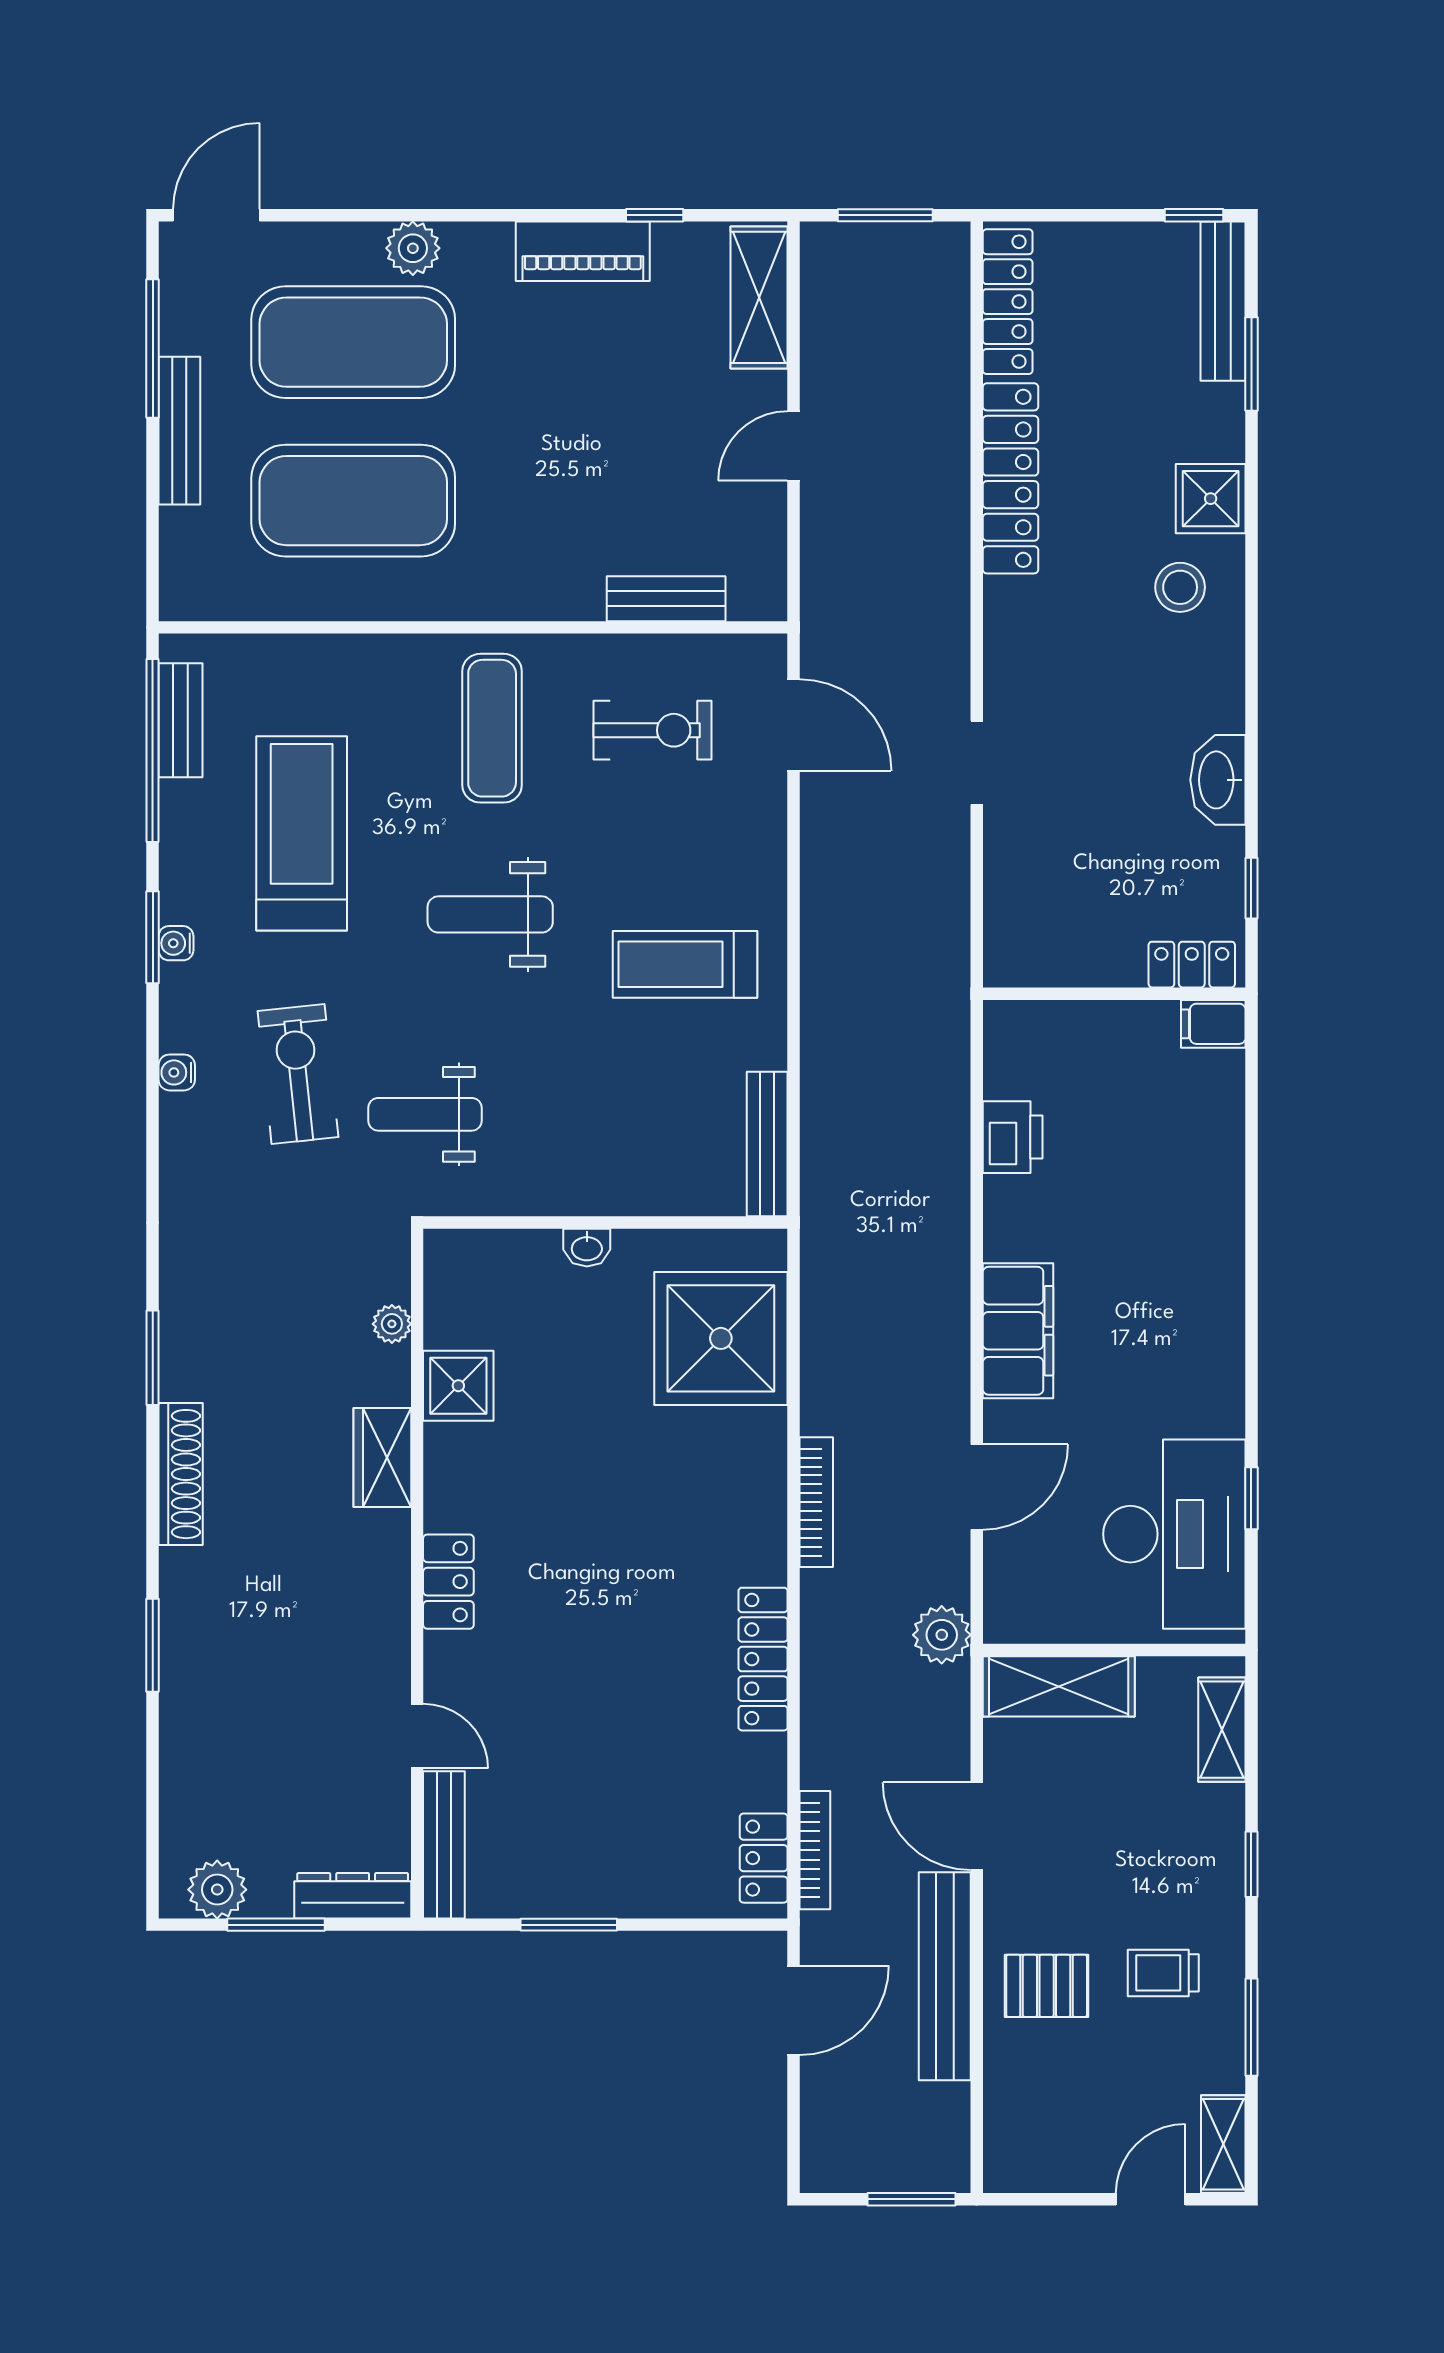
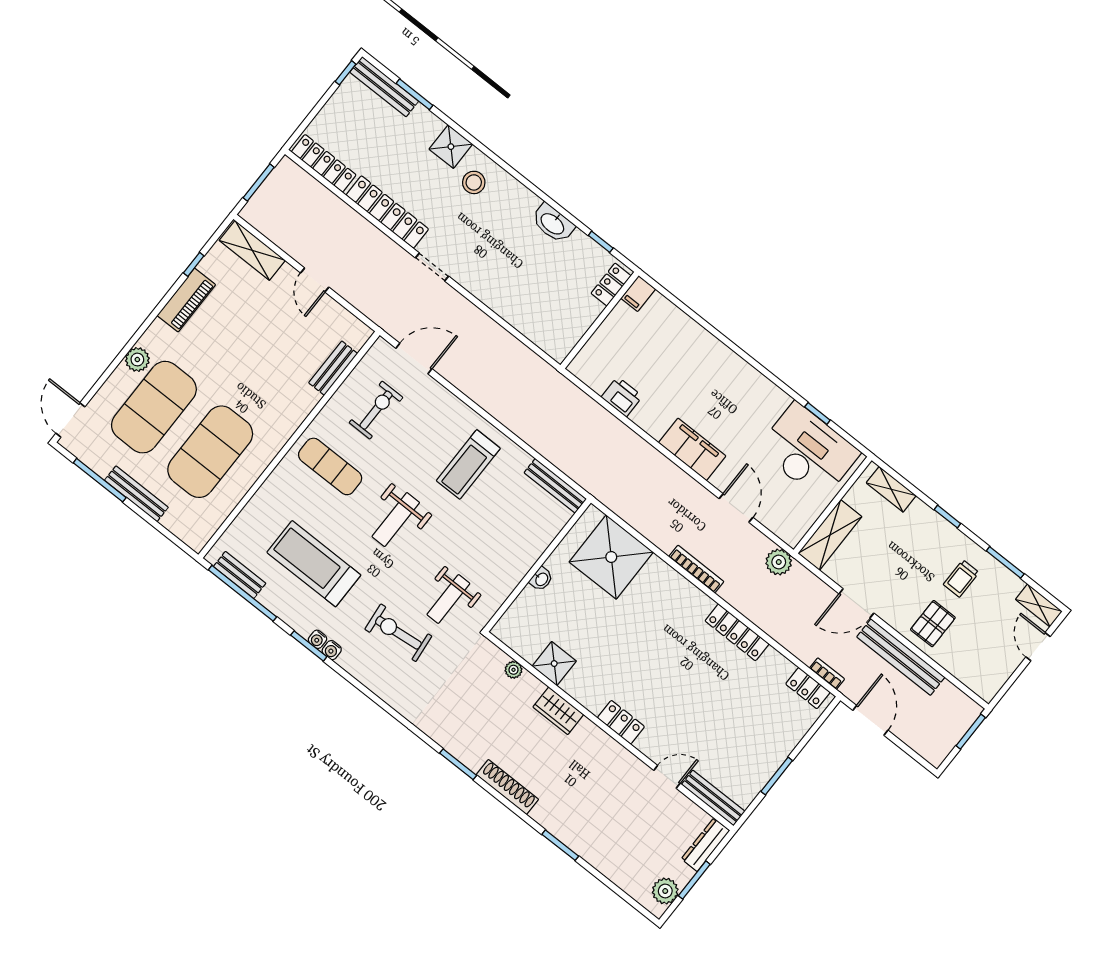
doorway: (977, 763) -> (432, 267), moved
water cooler: (177, 1072) -> (332, 650), moved
bookcase: (815, 1850) -> (827, 674), width x0.64

